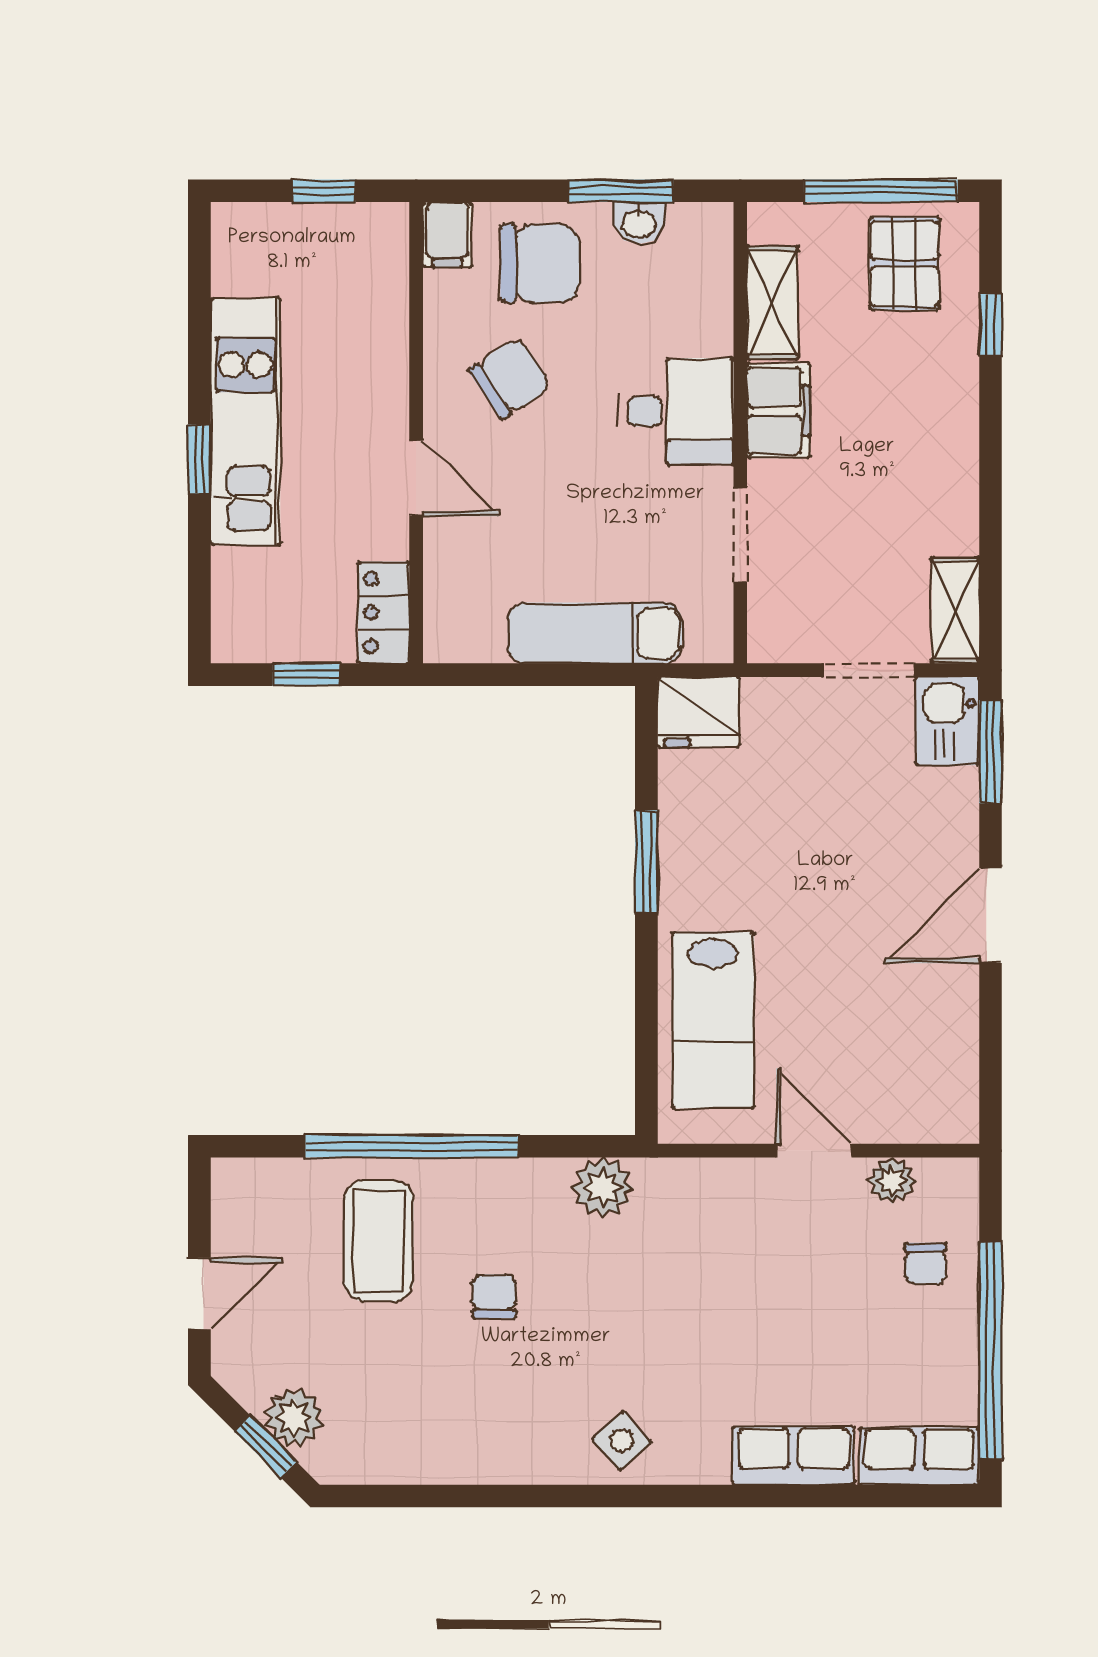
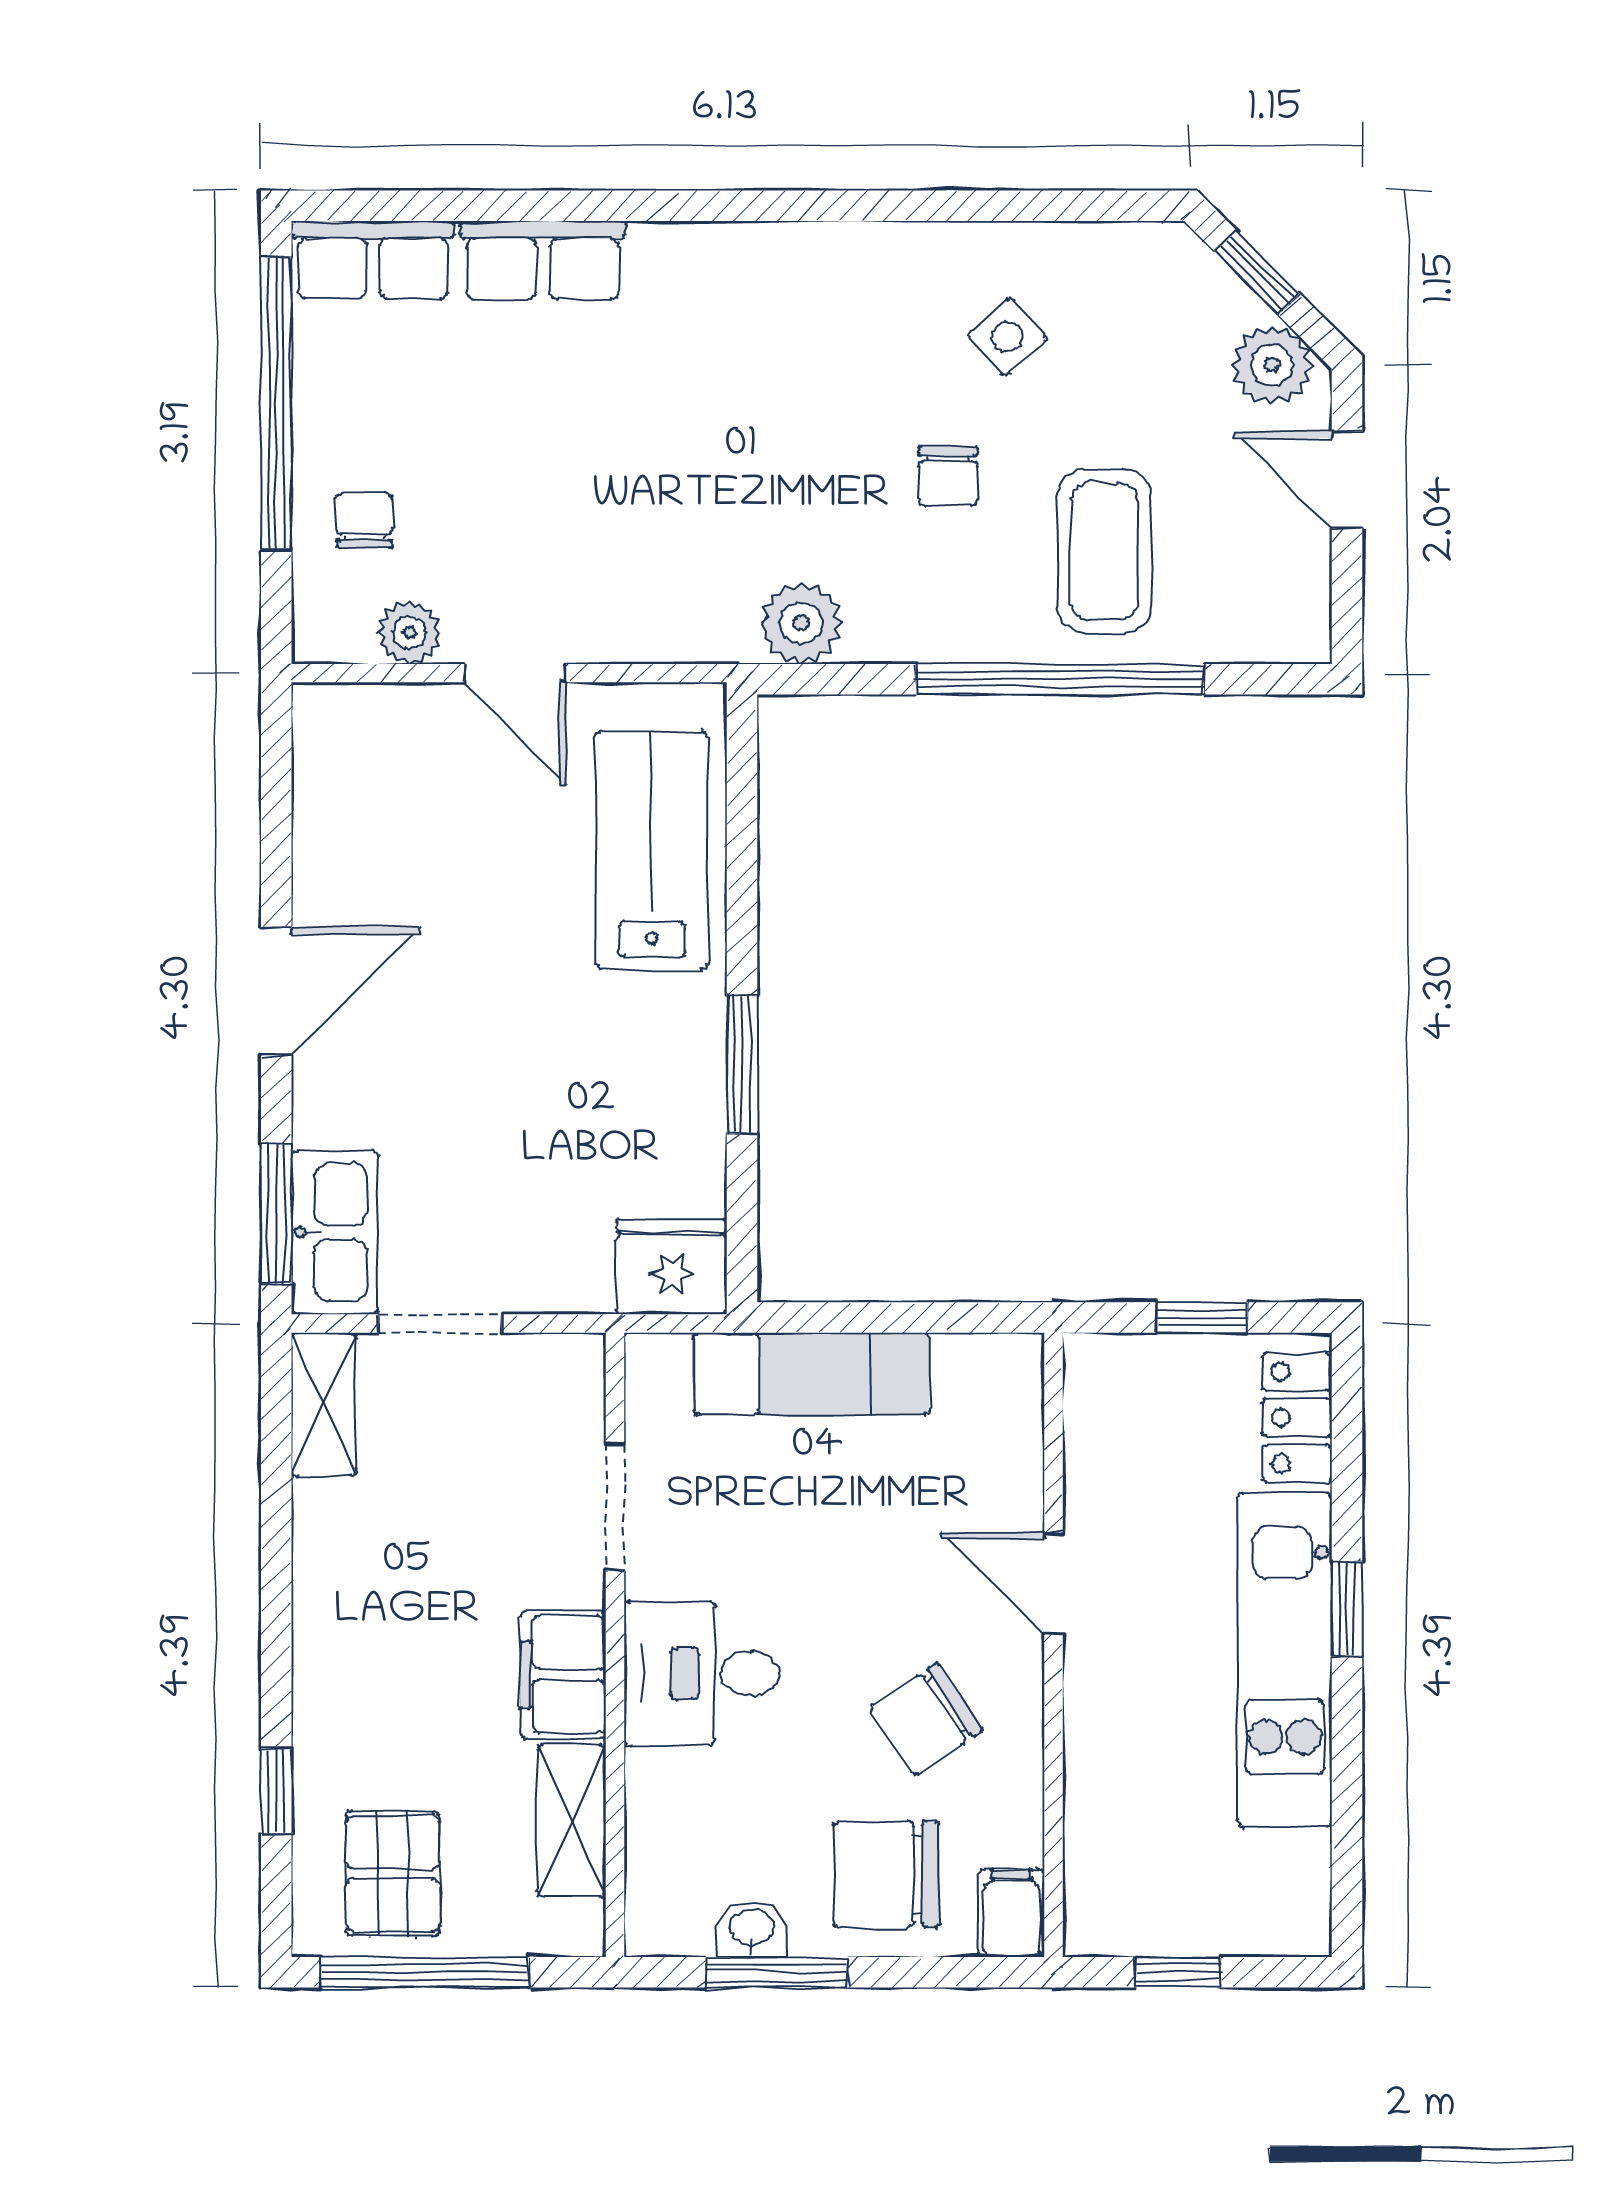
locker: (384, 613) -> (1297, 1418), moved, turned 180
kitchen sink: (947, 721) -> (335, 1232), width x1.38
door: (199, 1293) -> (1347, 480), hinge flipped
plant: (294, 1418) -> (1272, 365), moved
side table: (622, 1441) -> (1007, 337), moved

